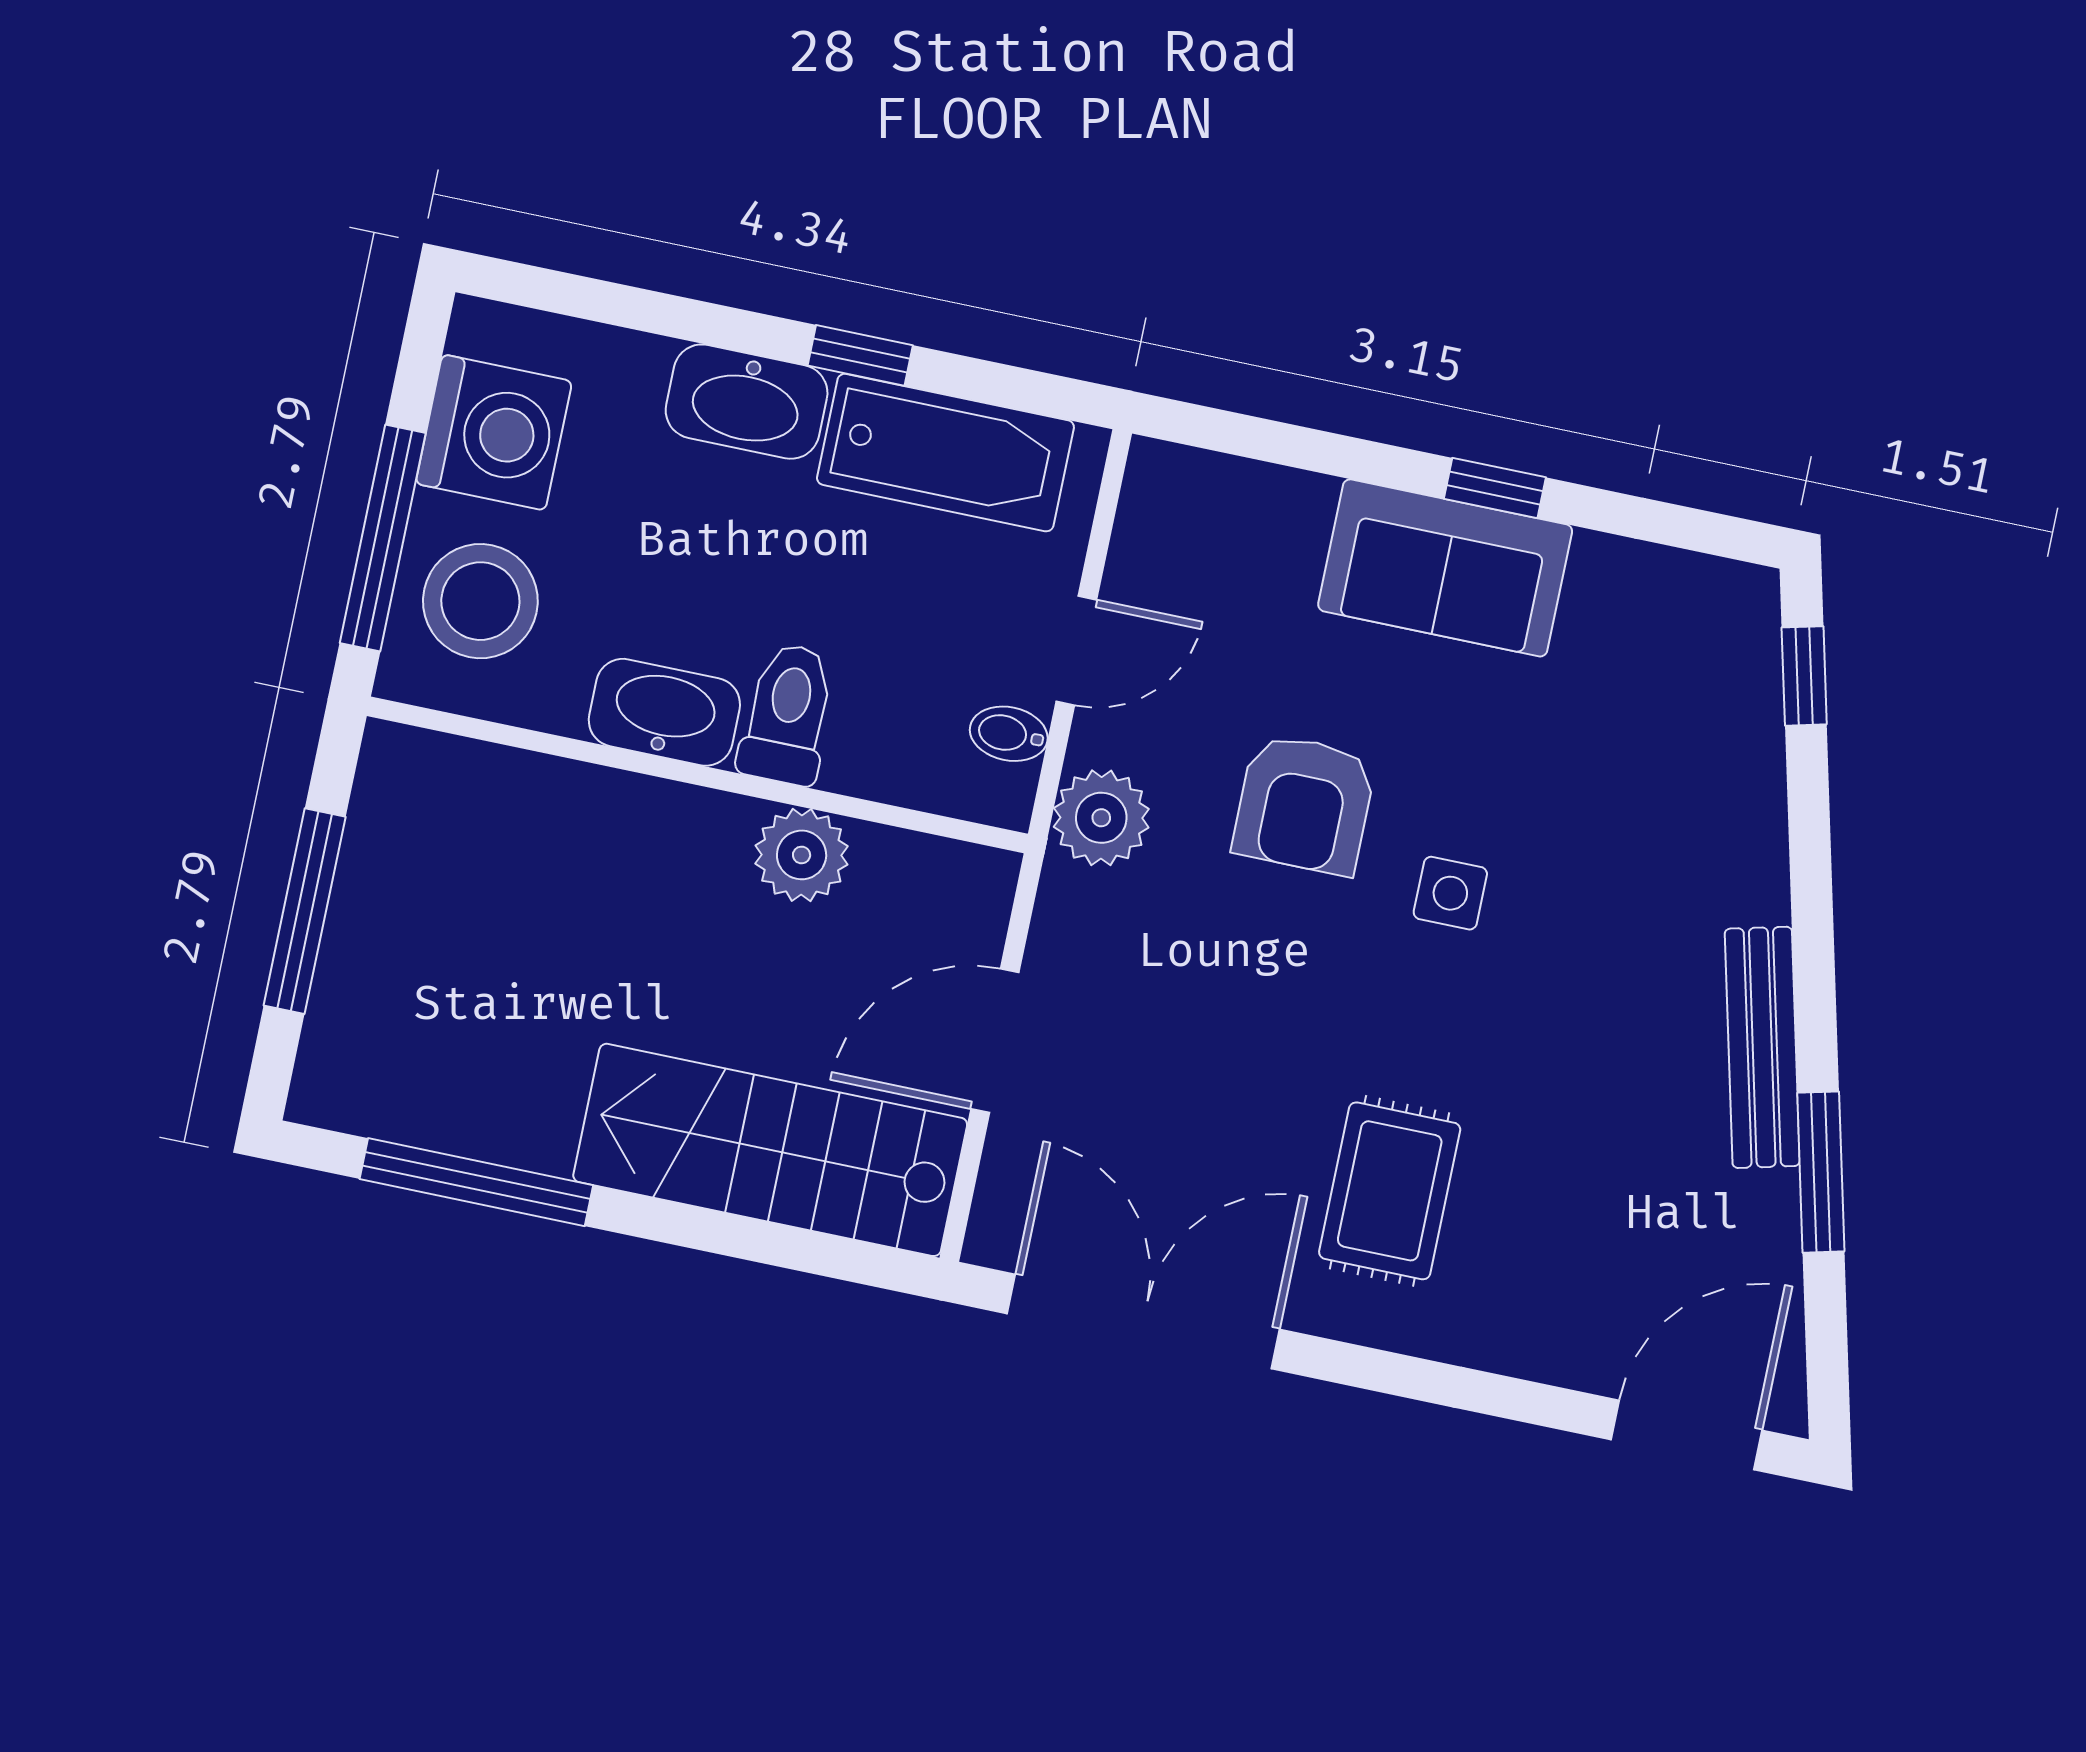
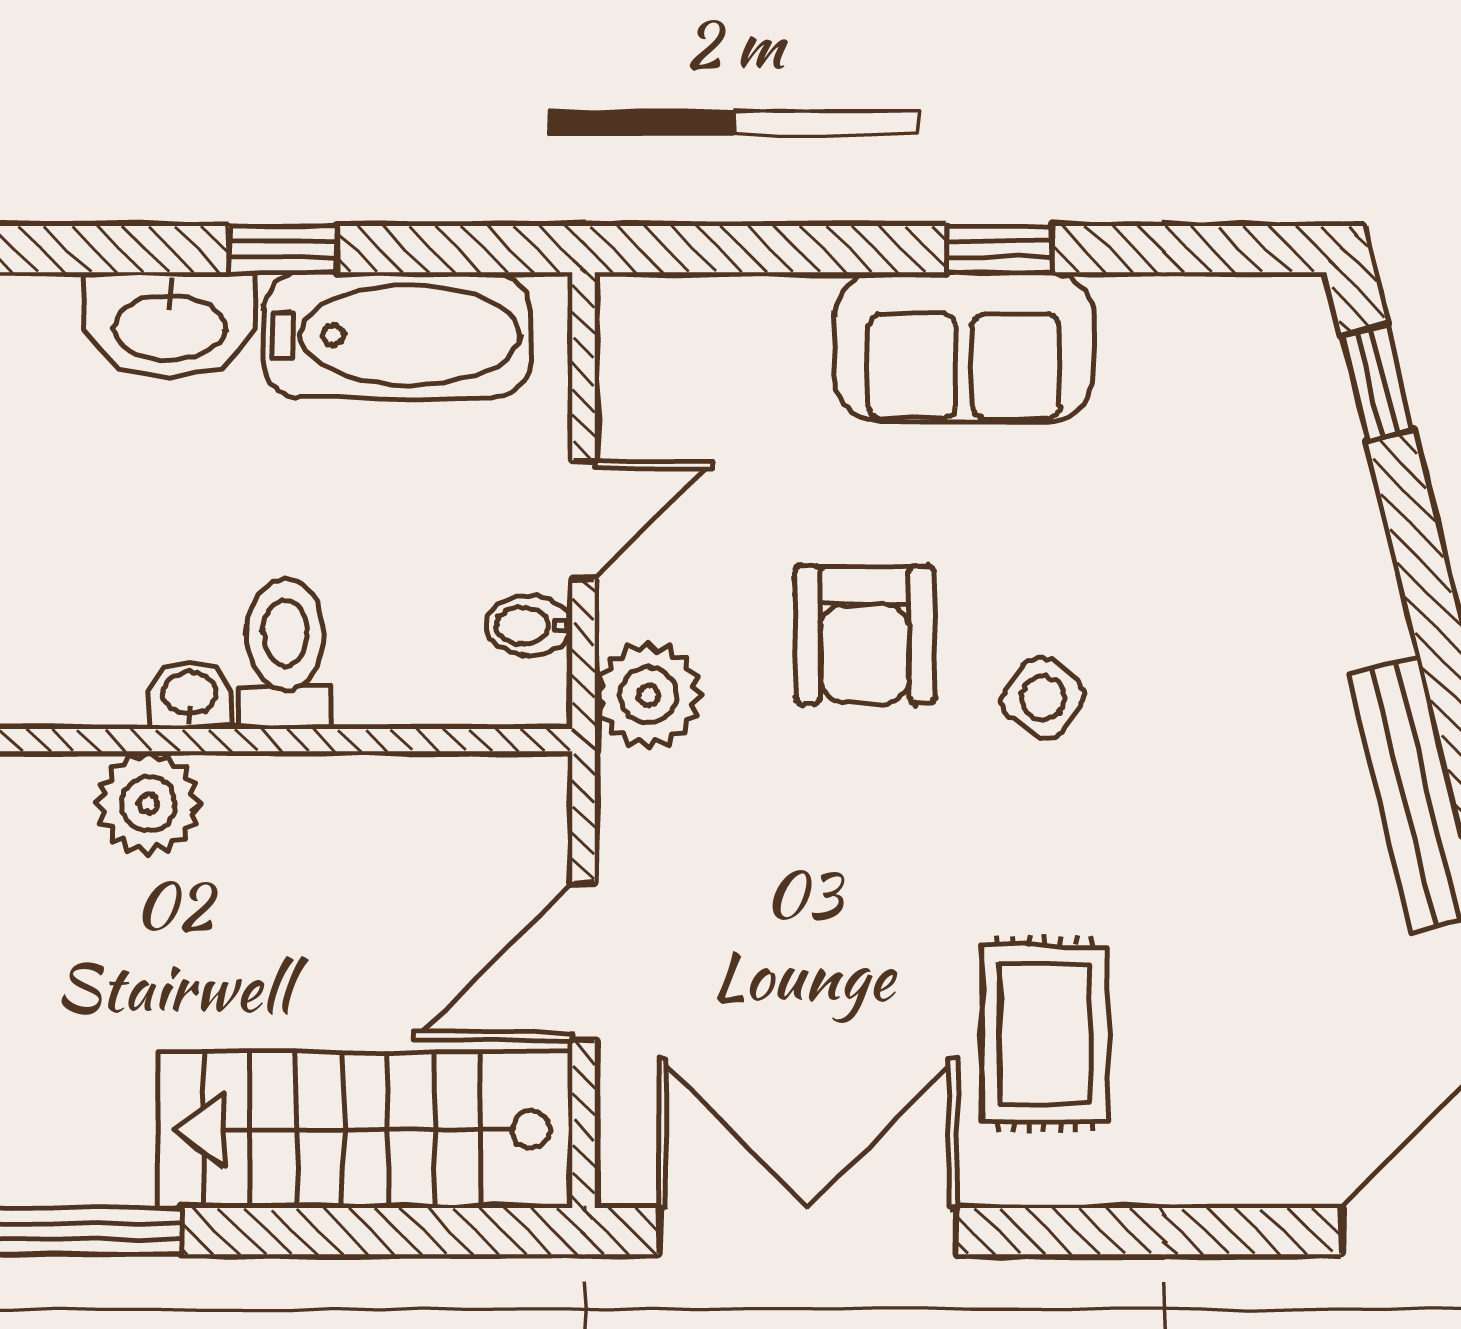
washbasin: (664, 712) -> (190, 695), width x0.52, depth x0.69
plant: (802, 855) -> (148, 803), moved
side table: (1450, 893) -> (1043, 698), turned 34

